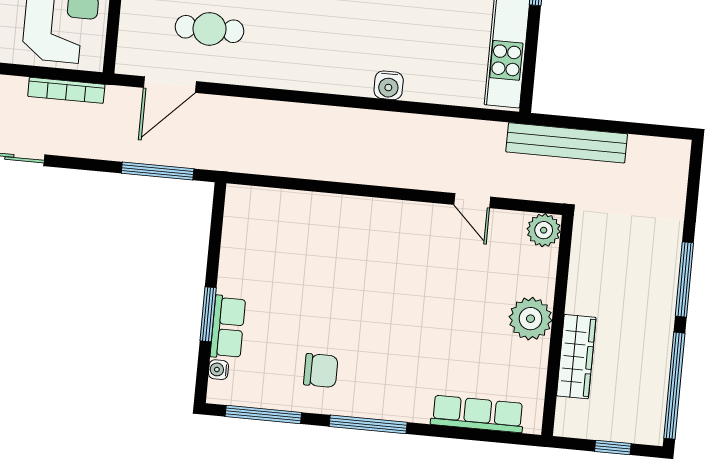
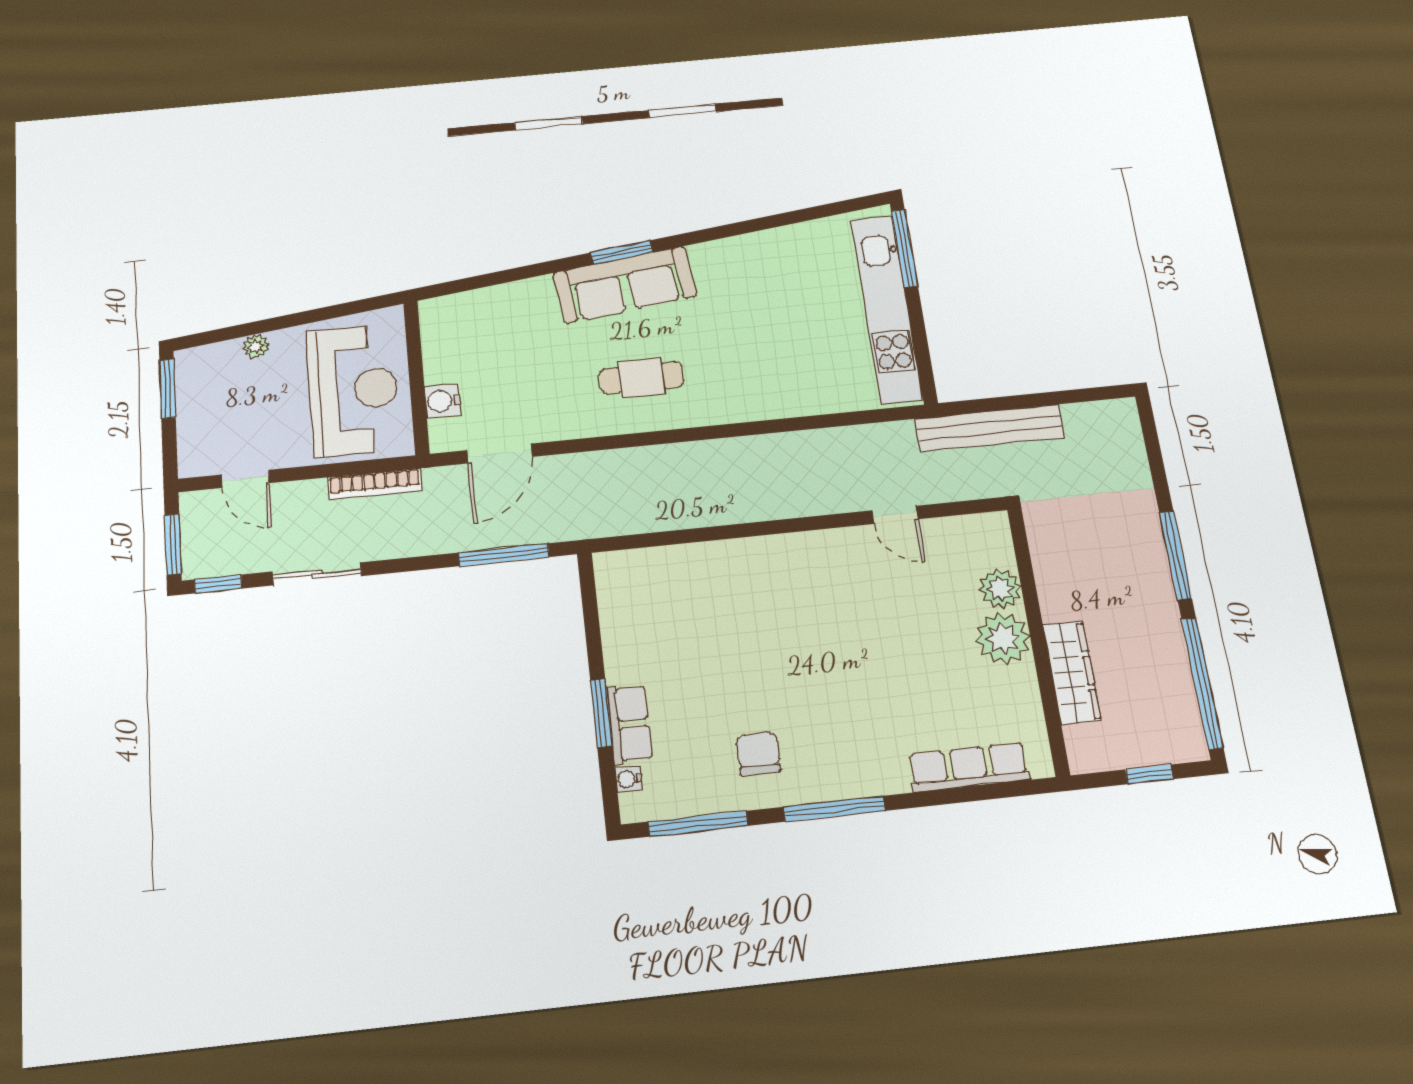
cafe table: (210, 29) -> (642, 378), moved
water cooler: (389, 85) -> (443, 401), moved, turned 90
plant: (544, 230) -> (1000, 589), moved
chair: (321, 371) -> (758, 754), turned -90

